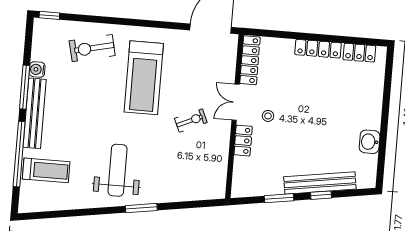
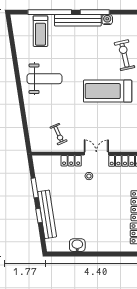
exercise bike: (191, 120) -> (59, 134), moved
window: (141, 208) -> (21, 97), removed

